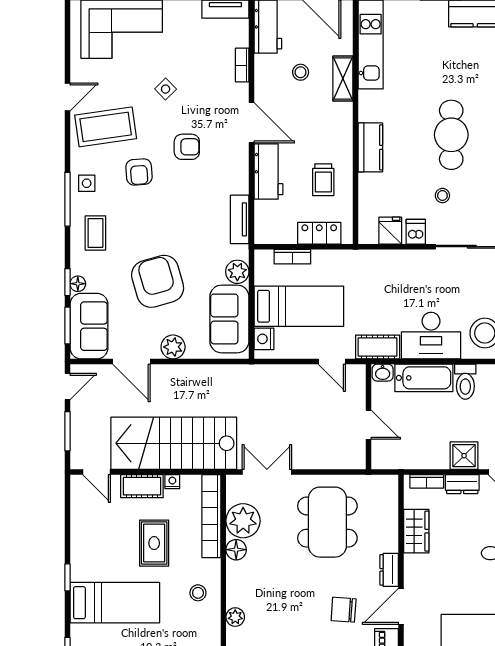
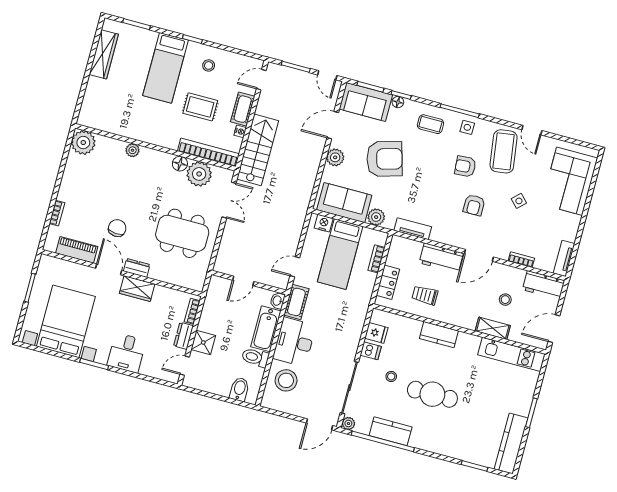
stairs: (174, 443) -> (258, 150), width x0.73, depth x0.66
wardrobe: (416, 531) -> (137, 289), moved
stool: (198, 593) -> (209, 65), moved

